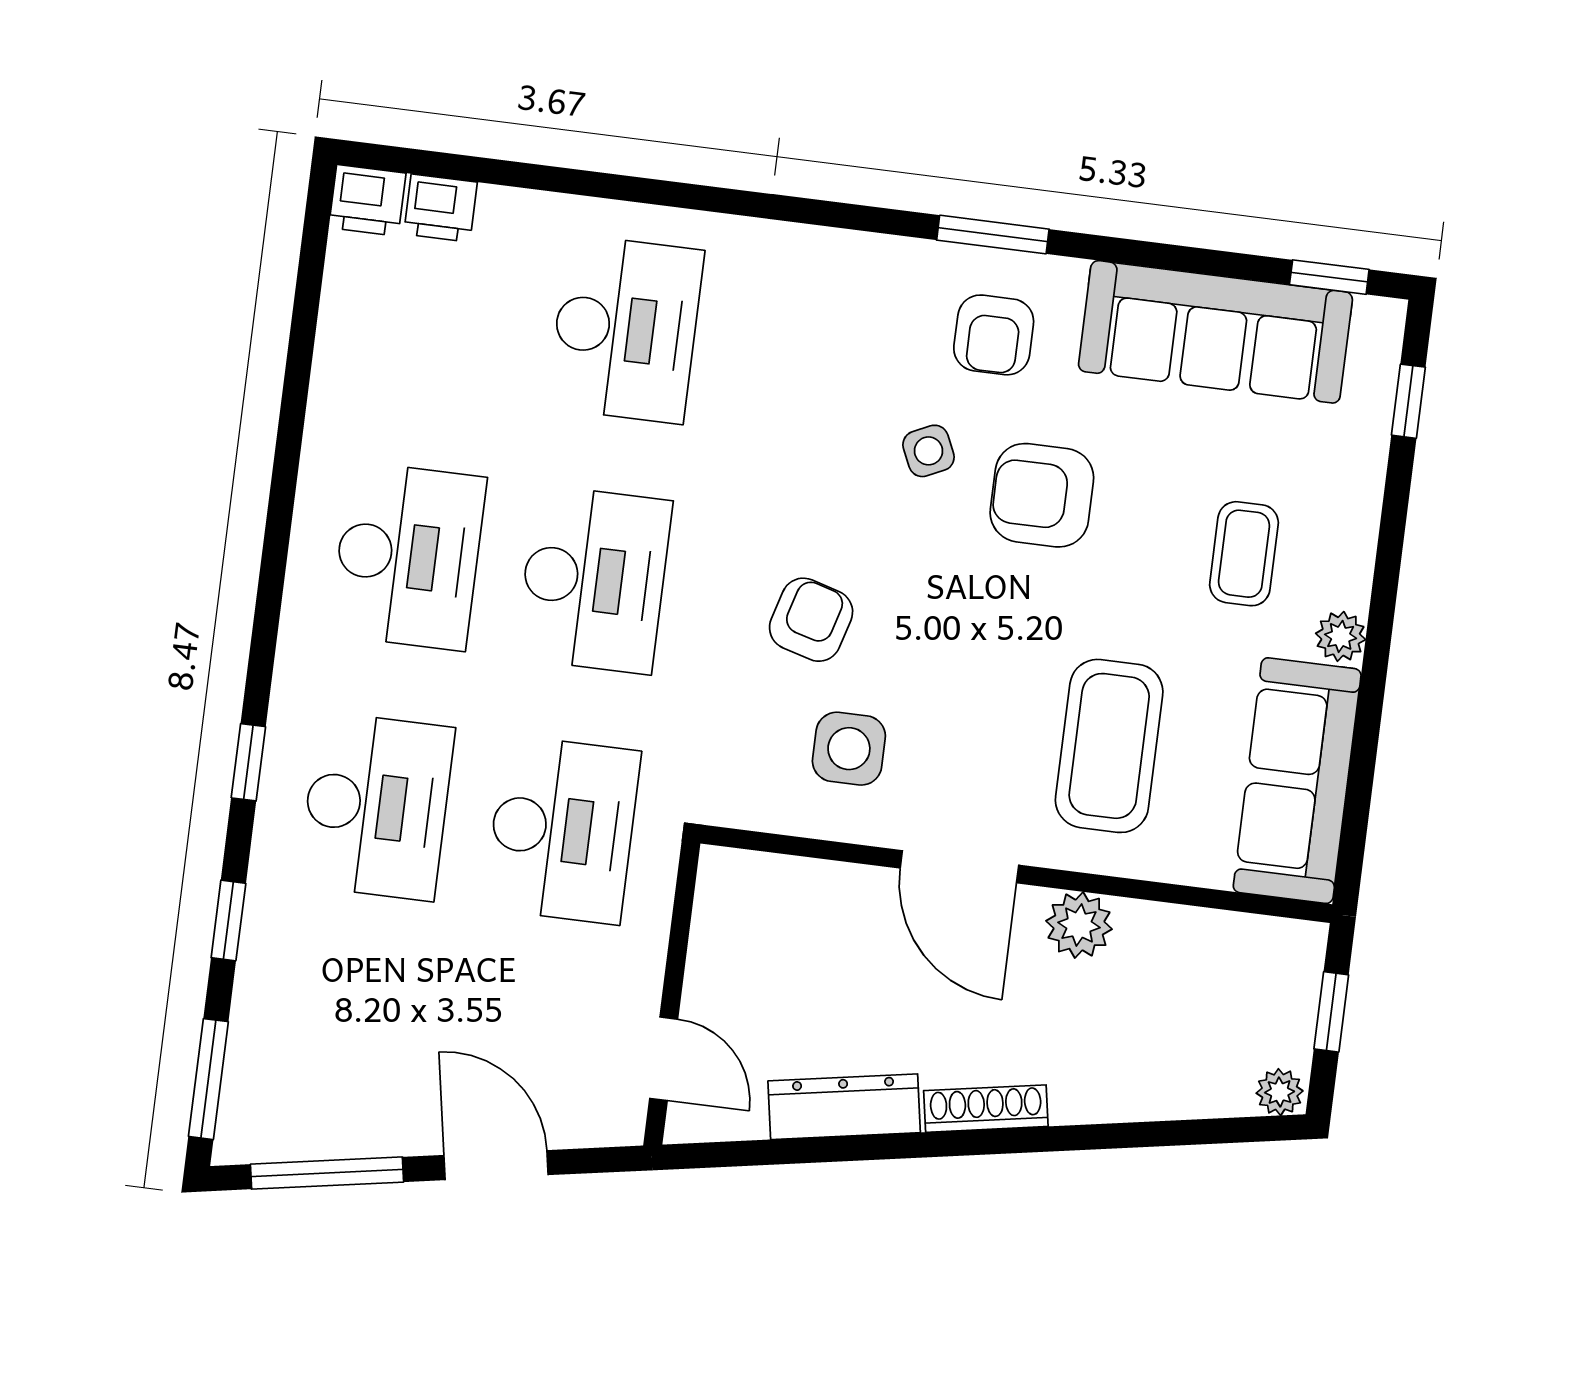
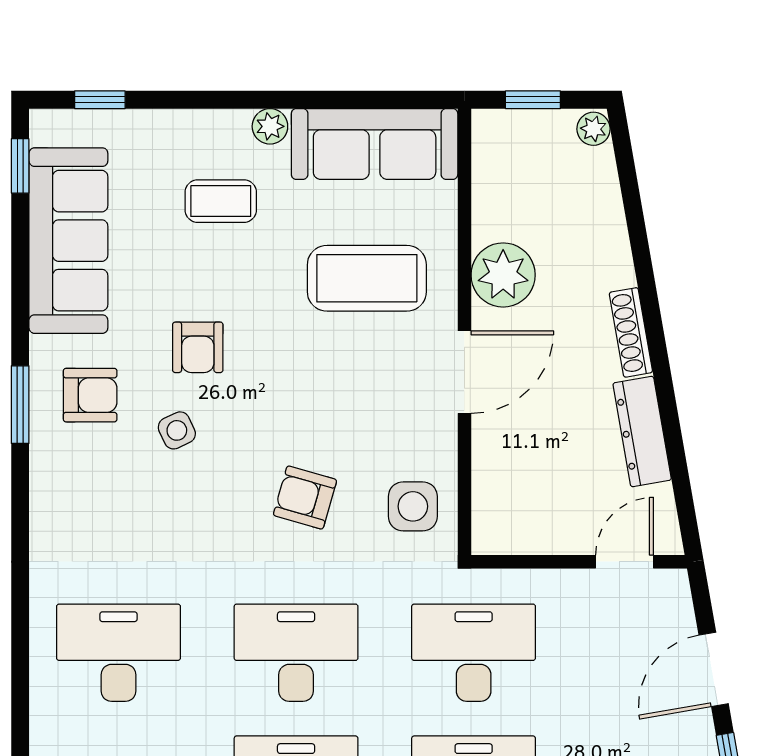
armchair: (1042, 495) -> (198, 347), width x0.72, depth x0.72
side table: (849, 749) -> (413, 506), moved
plant: (1079, 925) -> (503, 275), width x1.36, depth x1.36

